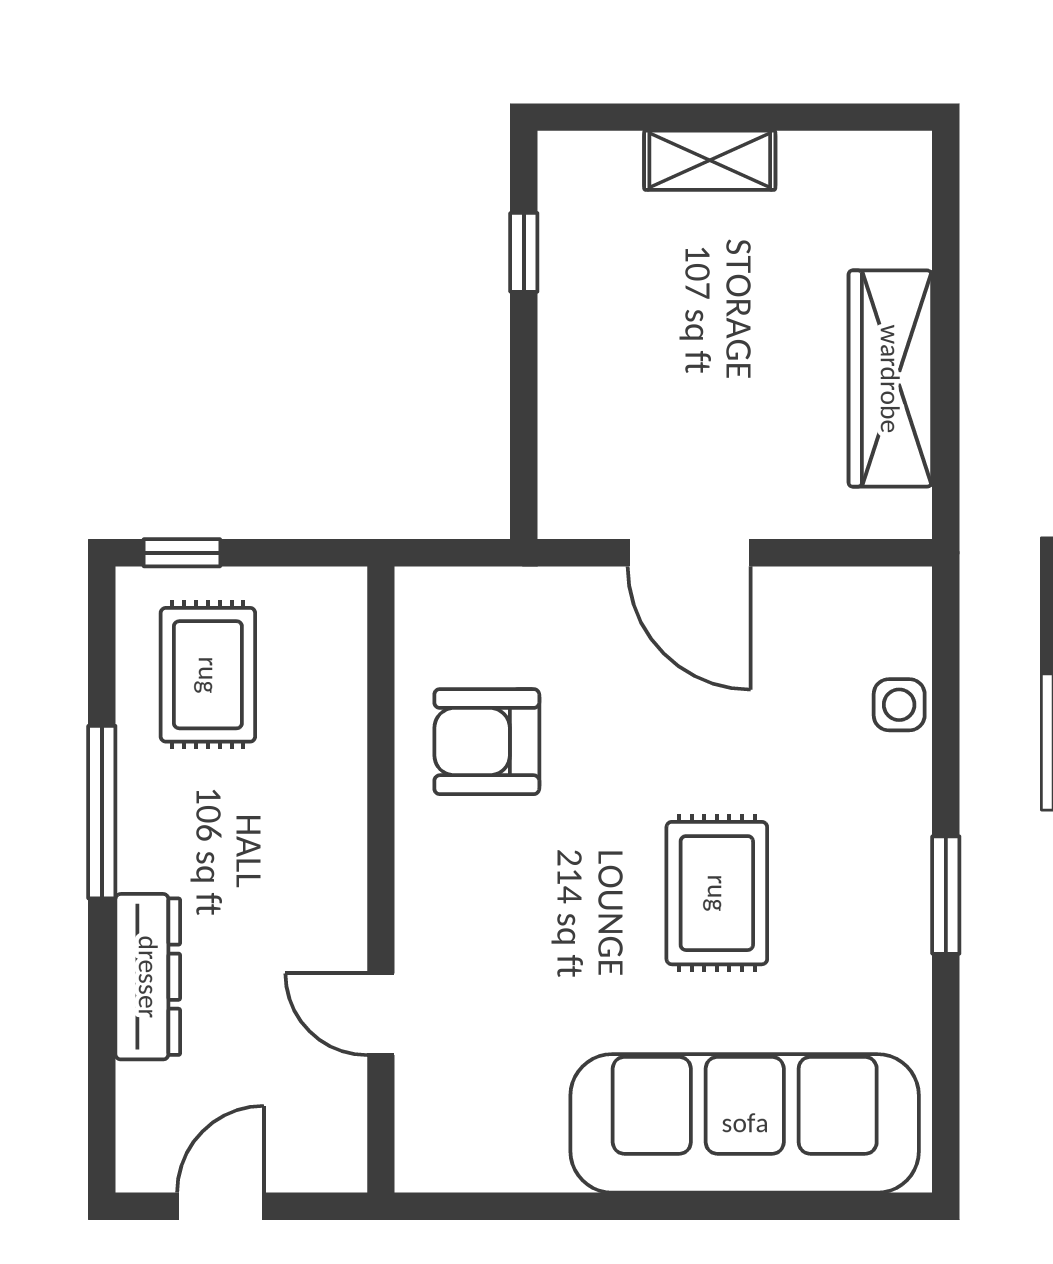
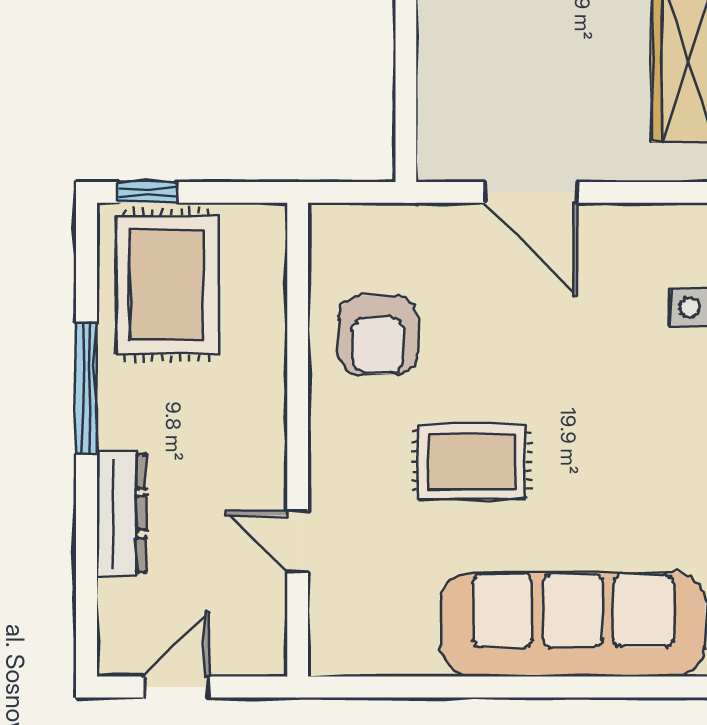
rug: (208, 675) -> (167, 285), width x1.36, depth x1.43
armchair: (487, 742) -> (378, 335), turned -90
rug: (717, 893) -> (472, 461), moved, turned 90

